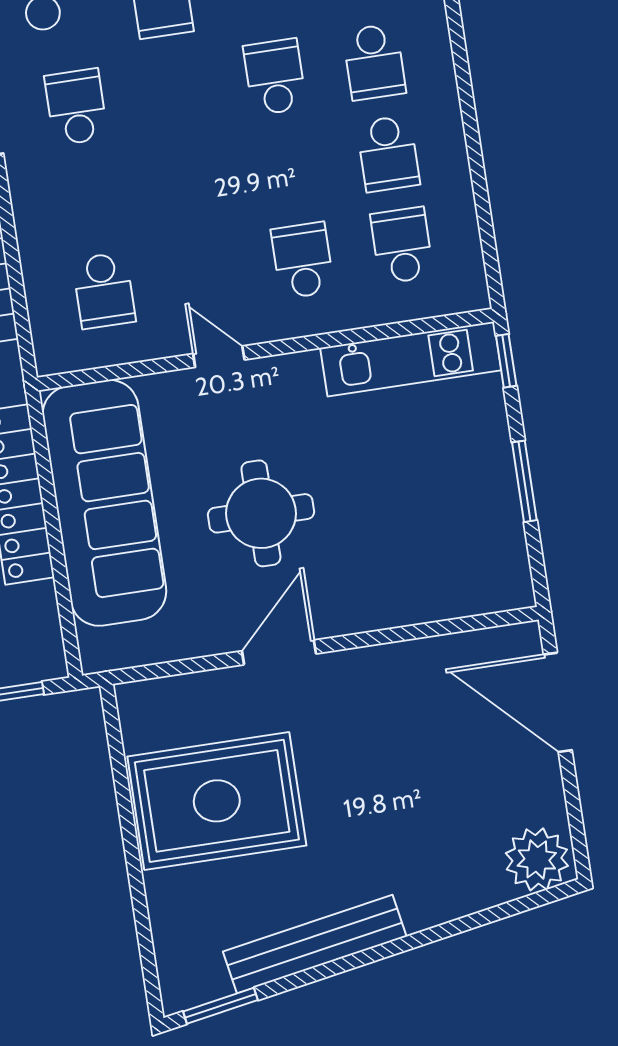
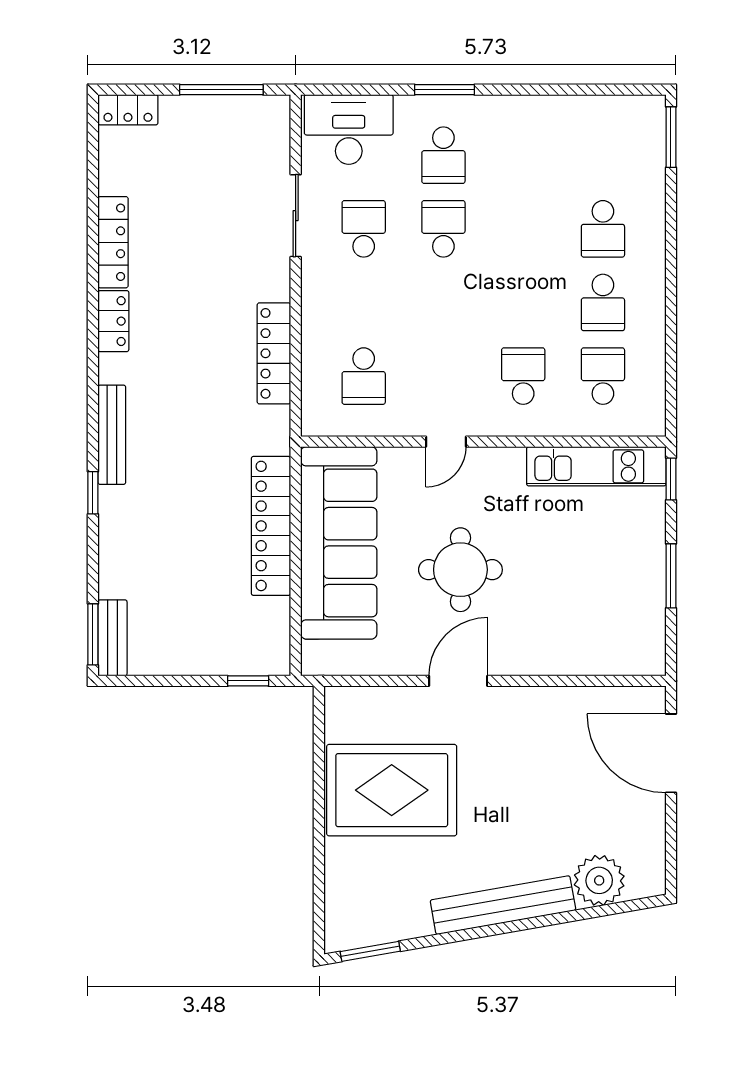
school desk: (275, 77) -> (443, 229), moved
door: (219, 357) -> (446, 442), swing flipped
plant: (537, 859) -> (599, 880), moved
bench: (315, 944) -> (503, 905), moved

